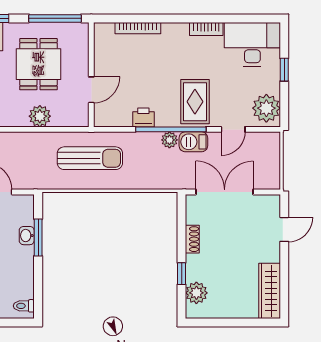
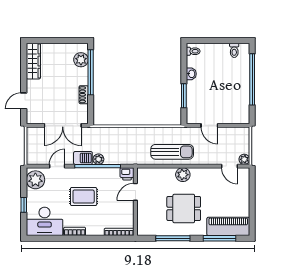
dining table: (38, 64) -> (184, 208), turned 90
wall: (91, 75) -> (135, 202), moved
door: (91, 90) -> (135, 192), moved
rug: (195, 102) -> (84, 196), moved, turned 90
printer: (143, 117) -> (127, 174), moved
sun lounger: (90, 158) -> (172, 152), moved, turned 180
washbasin: (27, 236) -> (191, 74), moved
window: (182, 274) -> (91, 72), width x3.17

